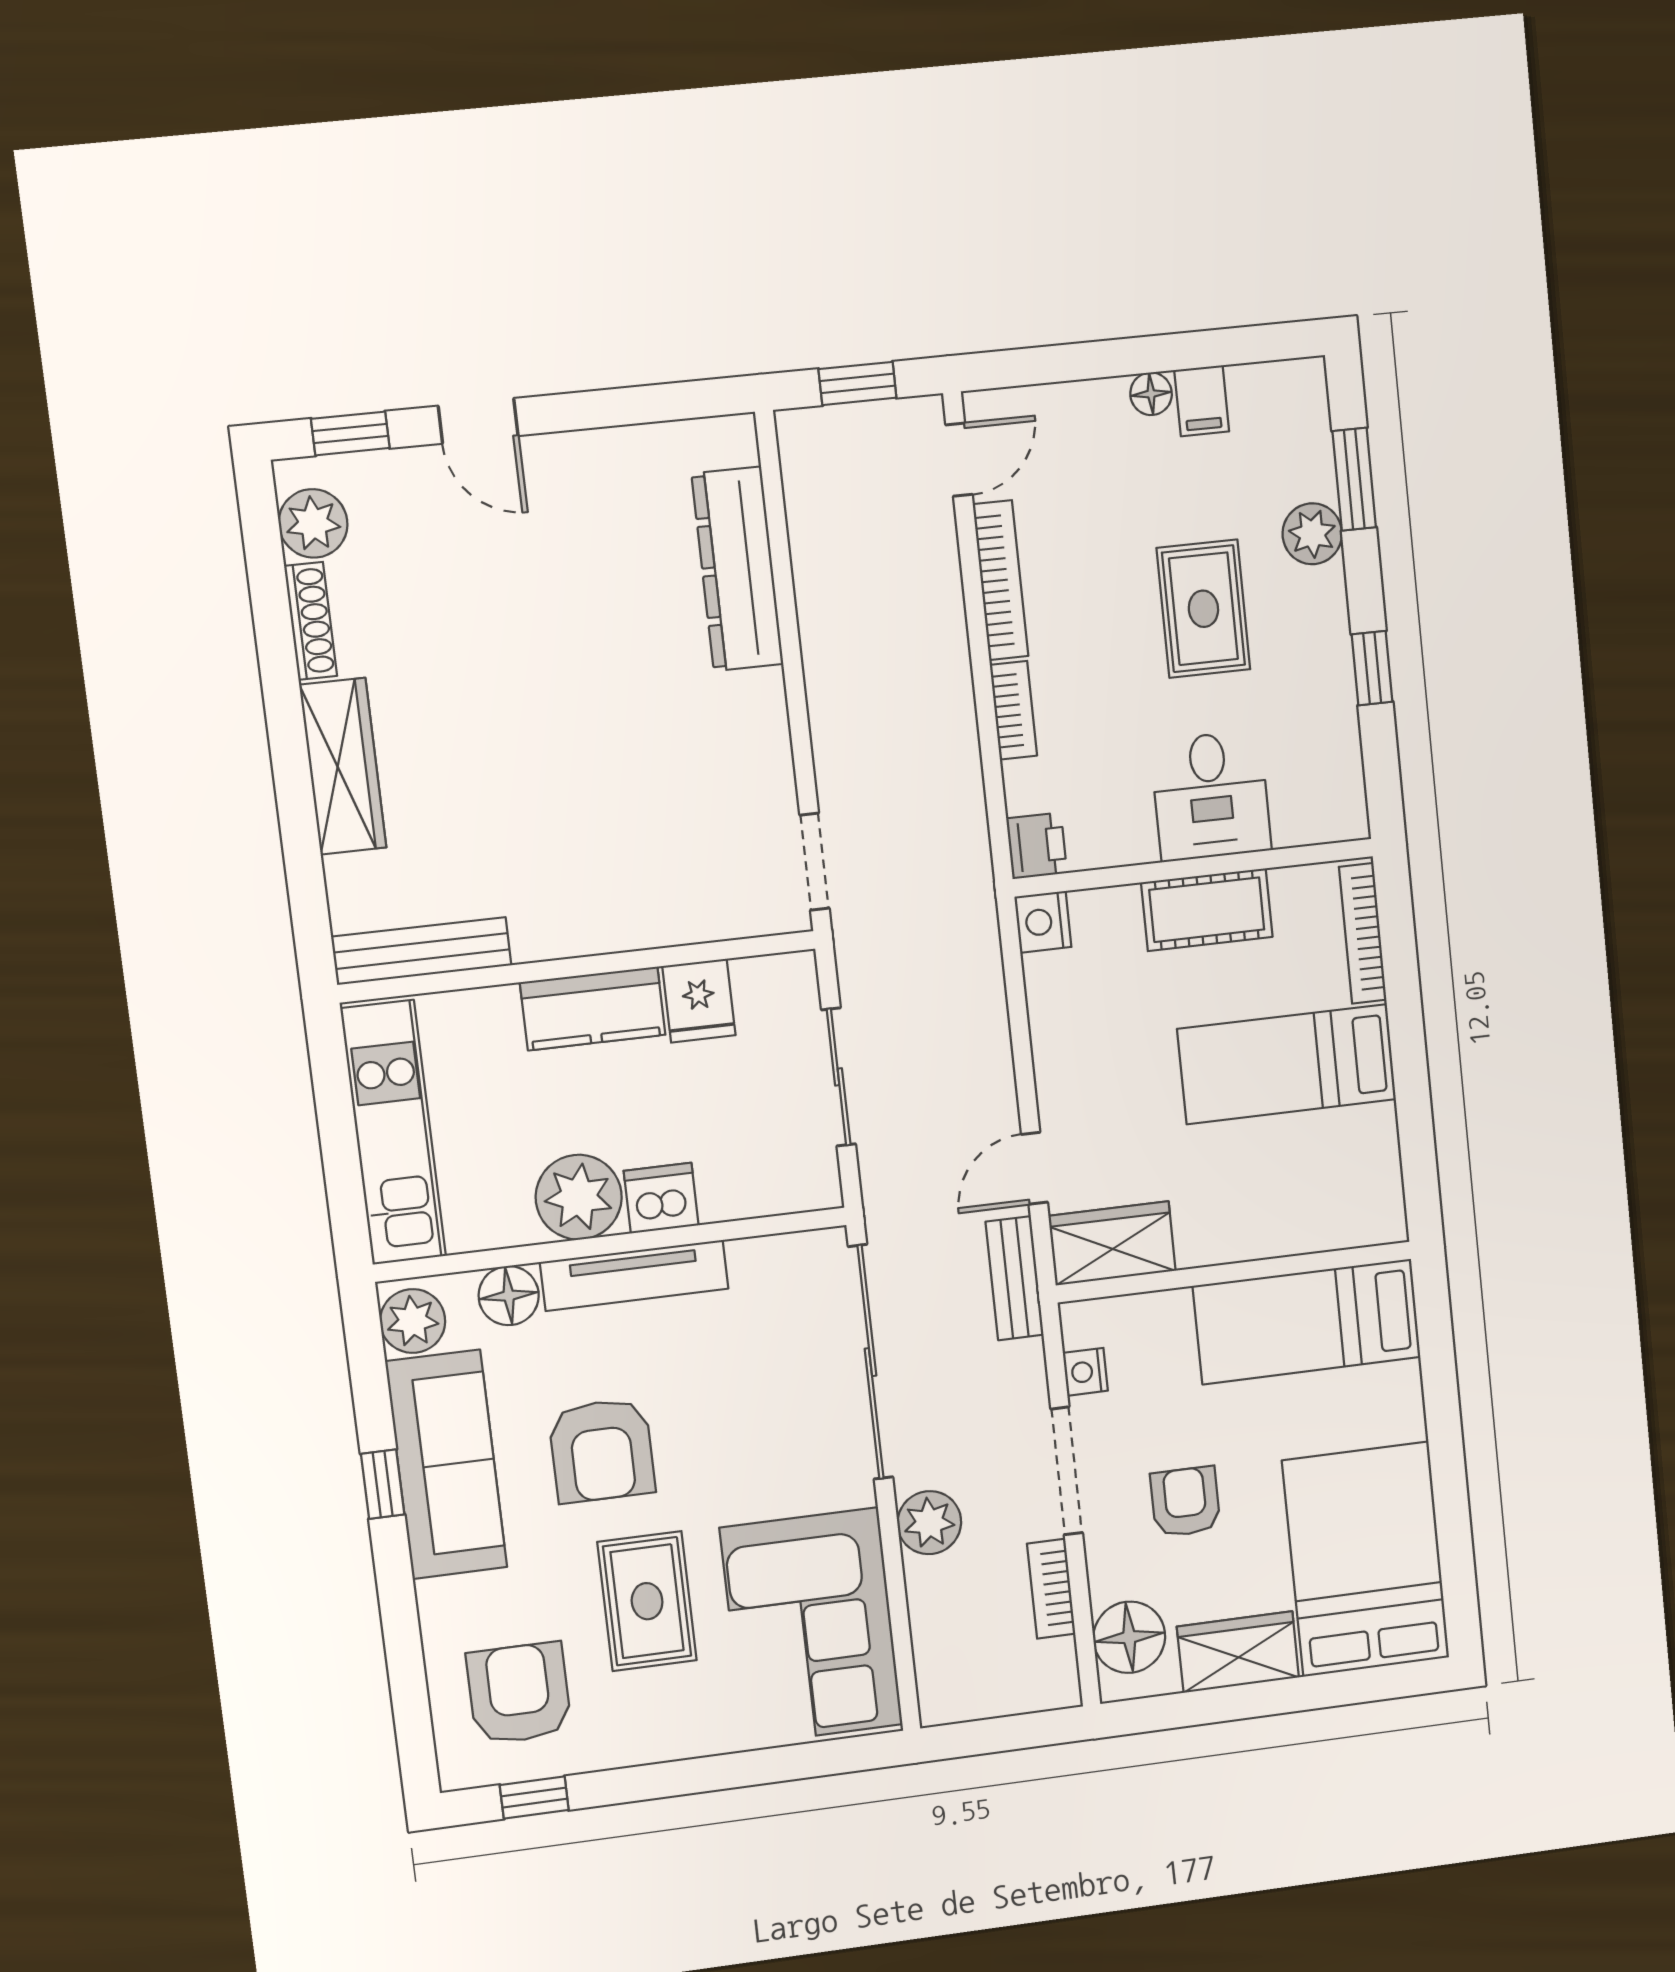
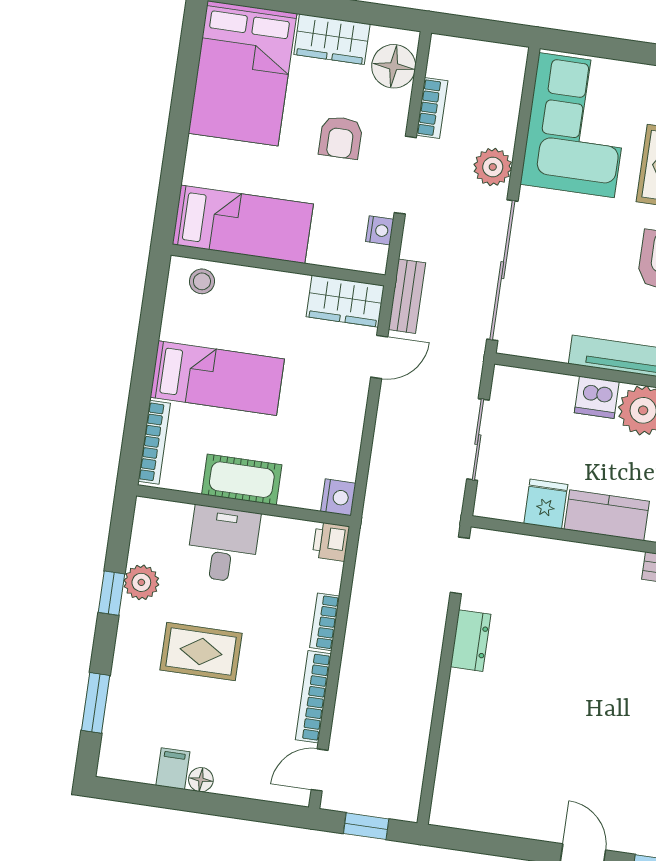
plant: (1312, 534) -> (141, 582), moved
dresser: (737, 569) -> (471, 641), moved, width x0.51, depth x0.80
rug: (1203, 609) -> (201, 652), turned 90
stool: (1349, 1213) -> (202, 281), added

